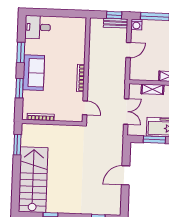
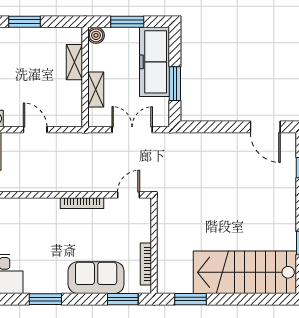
sofa: (34, 73) -> (96, 278), moved
window: (19, 88) -> (123, 299), moved
door: (126, 175) -> (265, 127), moved

